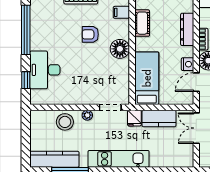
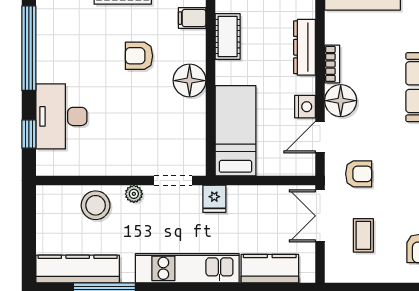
kitchen counter: (159, 119) -> (270, 269), moved, turned 180

